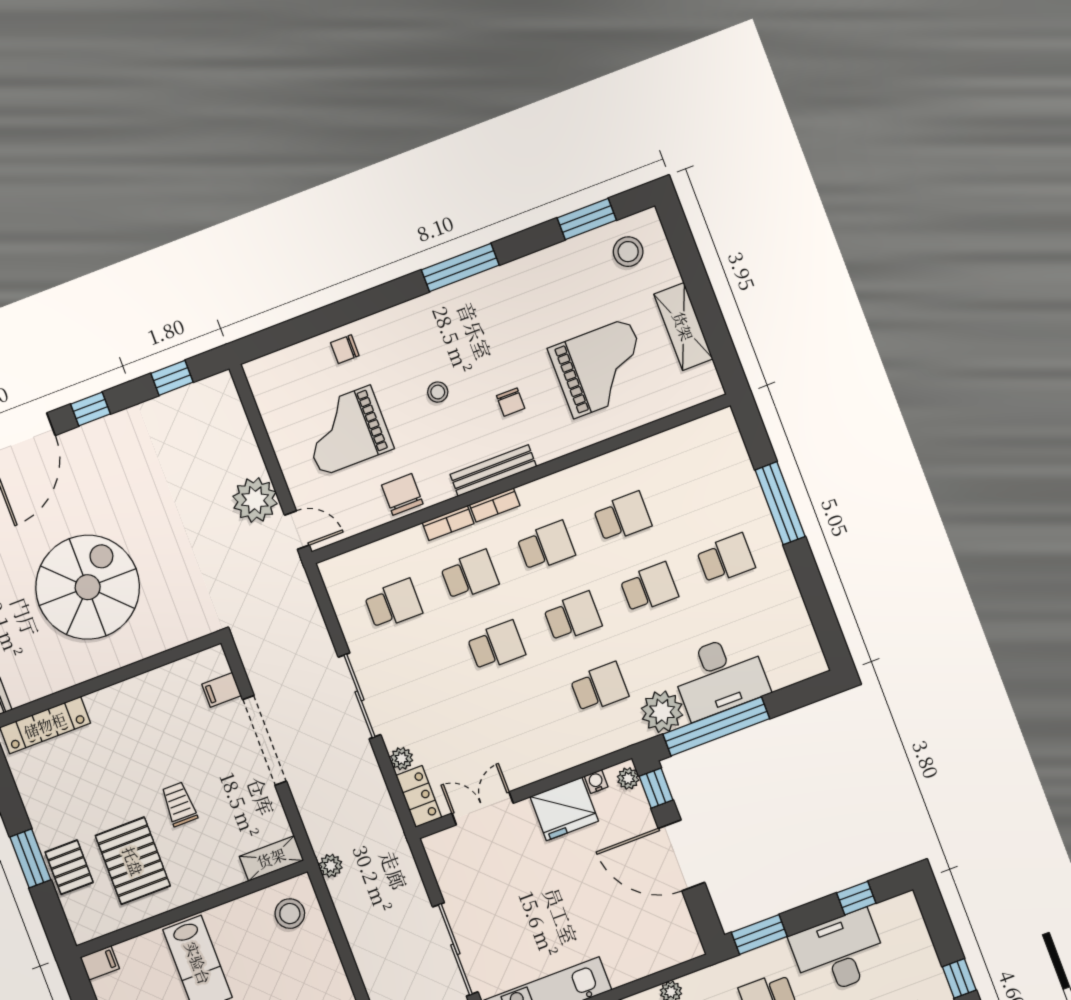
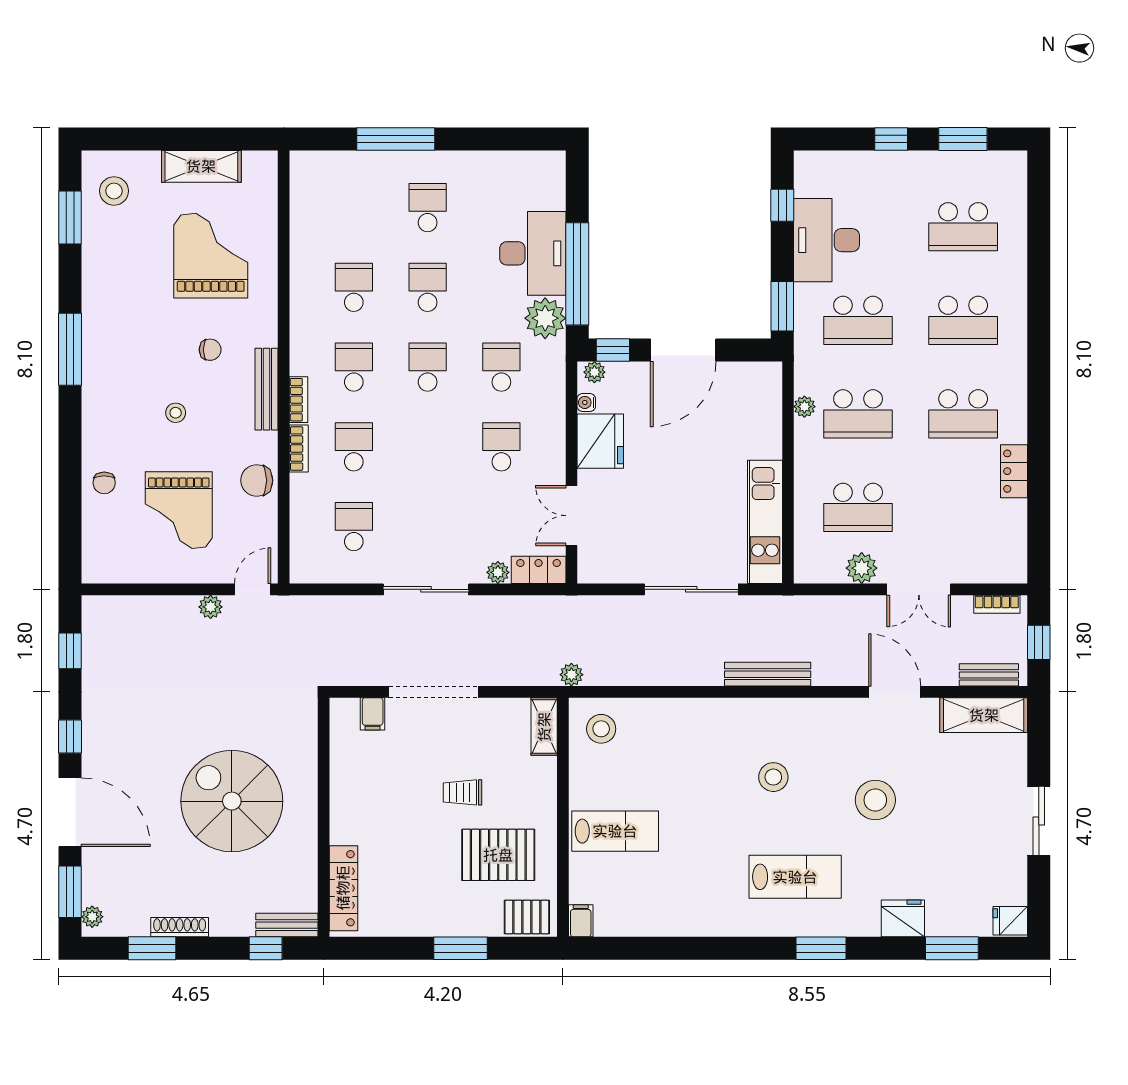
plant: (255, 500) -> (211, 607), width x0.53, depth x0.53
school desk: (496, 646) -> (501, 447), moved
pallet: (69, 867) -> (527, 917), moved

